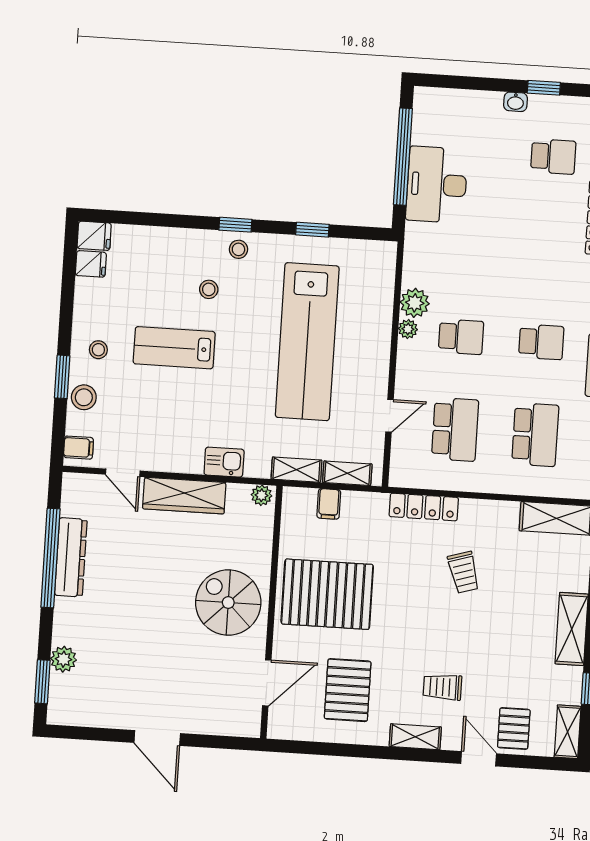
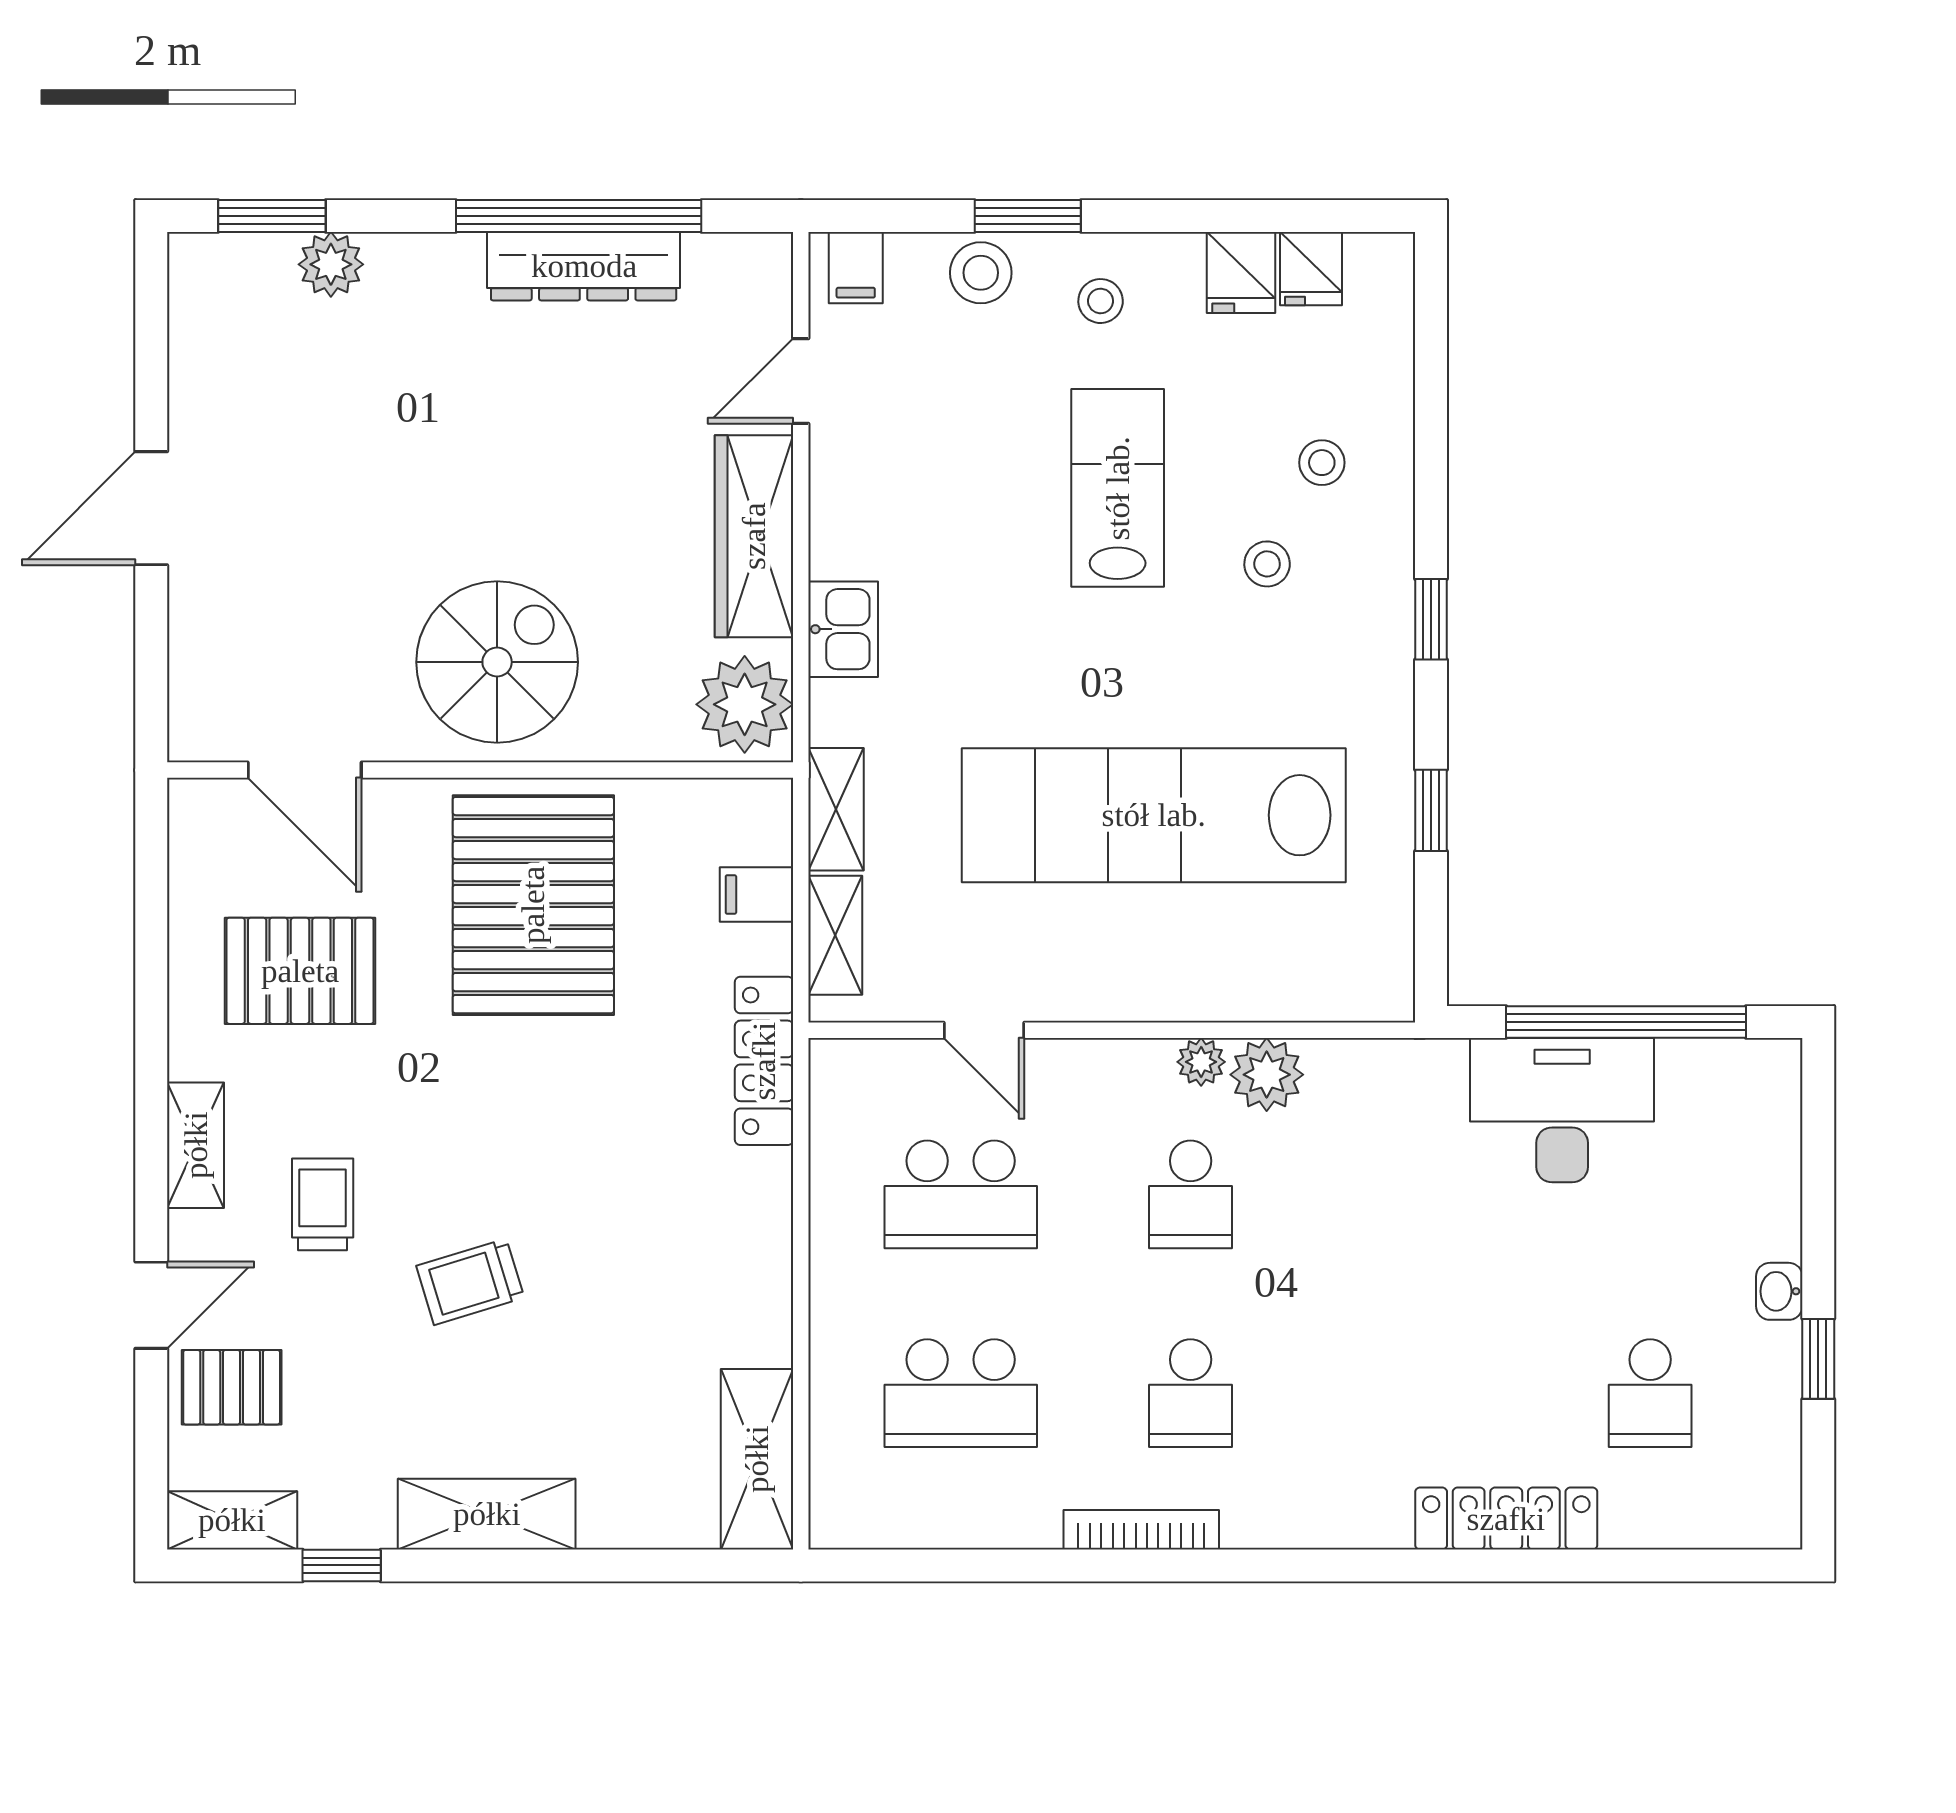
fridge: (94, 236) -> (1241, 272), moved
stool: (238, 249) -> (1322, 463), moved
plant: (262, 495) -> (745, 704), width x1.87, depth x1.87
locker: (424, 507) -> (764, 1061), moved
trolley: (464, 572) -> (470, 1282), moved

